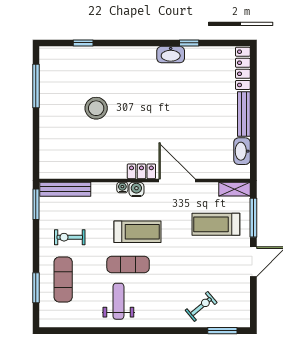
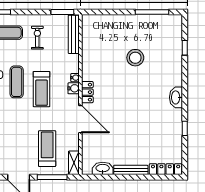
washbasin: (171, 55) -> (176, 97), moved
door: (177, 180) -> (80, 119), hinge flipped

